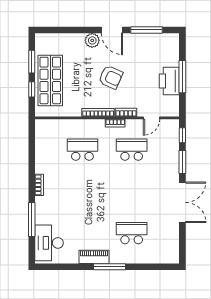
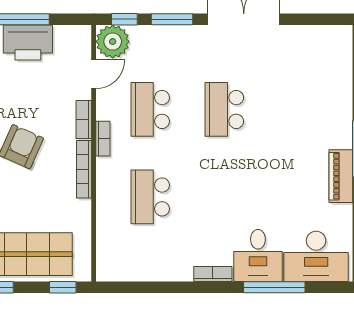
window: (32, 89) -> (63, 287), moved
door: (151, 118) -> (94, 74), hinge flipped
plant: (170, 129) -> (113, 42), added
desk: (50, 210) -> (258, 255), added
school desk: (132, 233) -> (224, 109), moved

